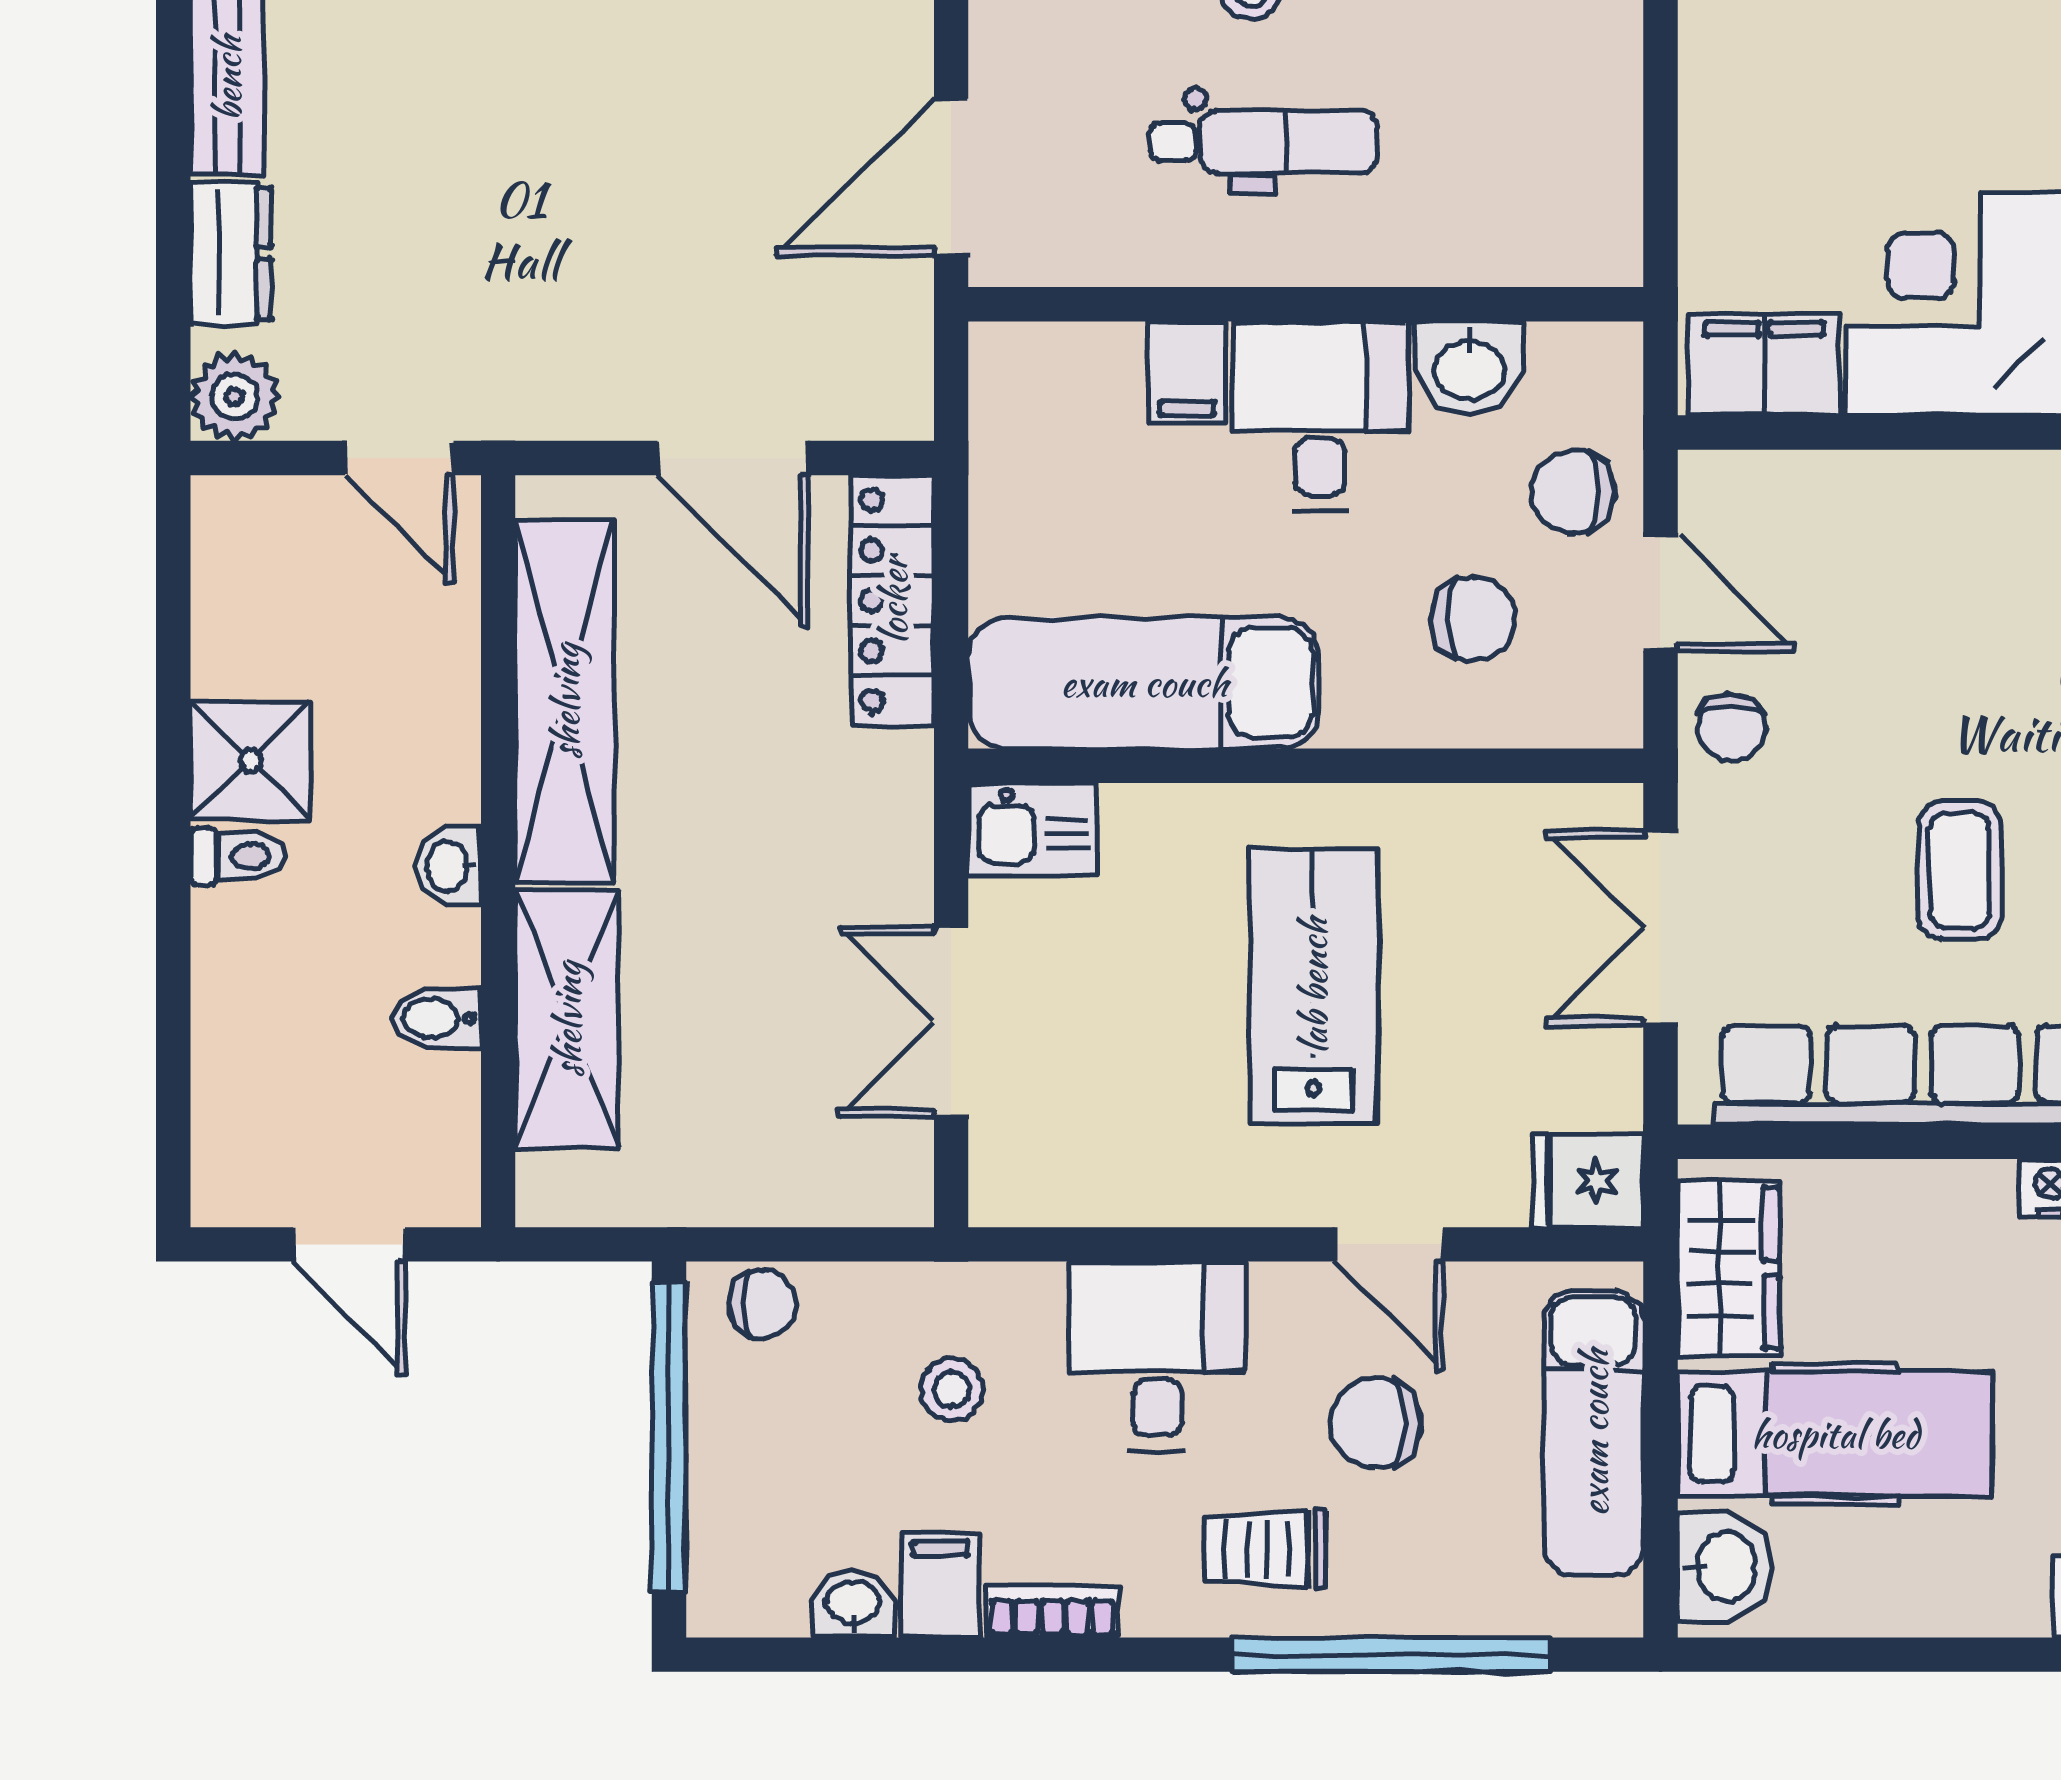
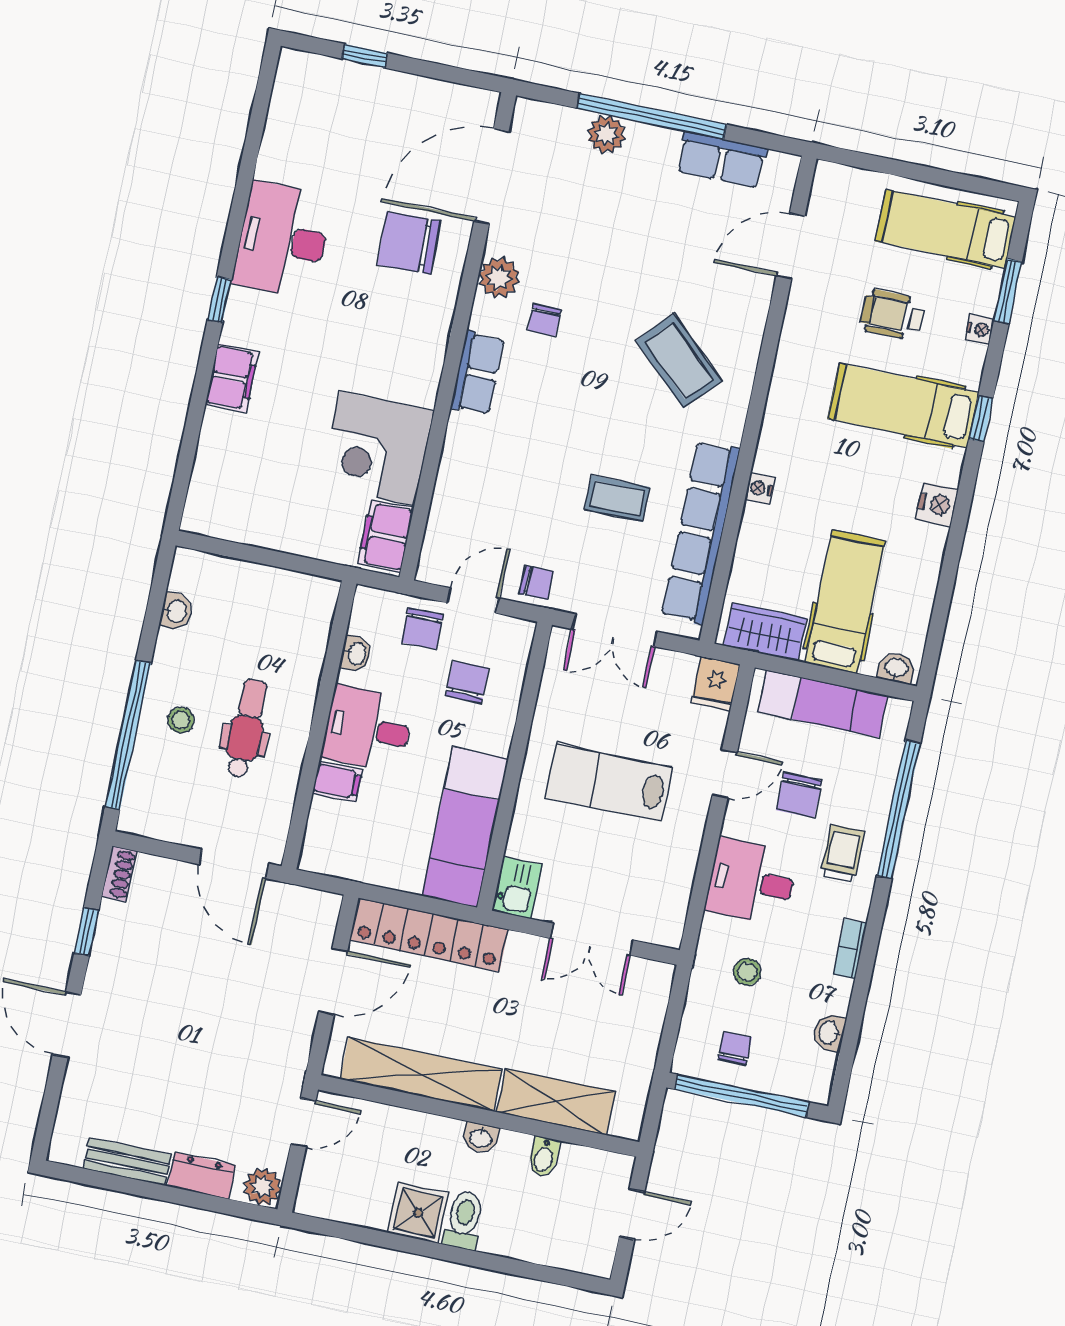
washbasin: (1470, 368) -> (356, 654), width x0.72, depth x0.69
locker: (893, 600) -> (429, 935), width x1.41, depth x1.21
toilet: (237, 856) -> (464, 1220), width x1.37, depth x1.39
chair: (763, 1304) -> (735, 1048), moved
trolley: (1265, 1549) -> (843, 853), turned 180
washbasin: (1724, 1567) -> (896, 668), width x0.72, depth x0.69
filing cabinet: (941, 1585) -> (829, 994), removed

